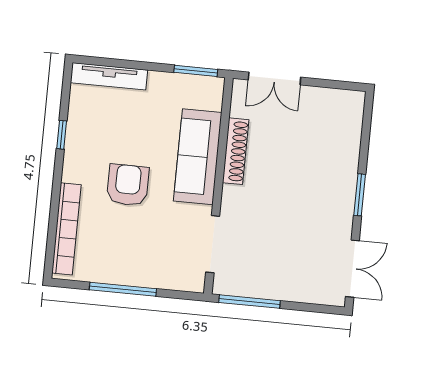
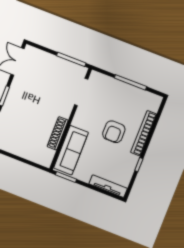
double door: (274, 79) -> (29, 163), removed
sofa: (198, 157) -> (71, 150), moved
bookcase: (66, 229) -> (144, 133), moved

